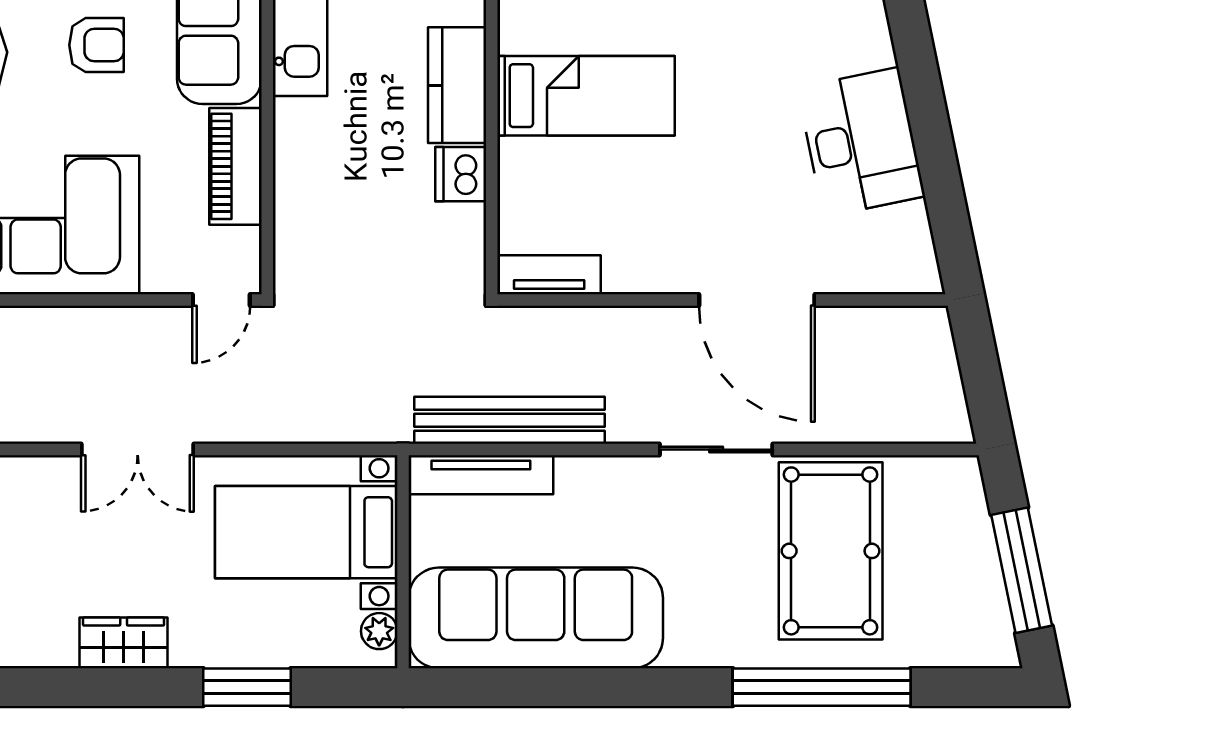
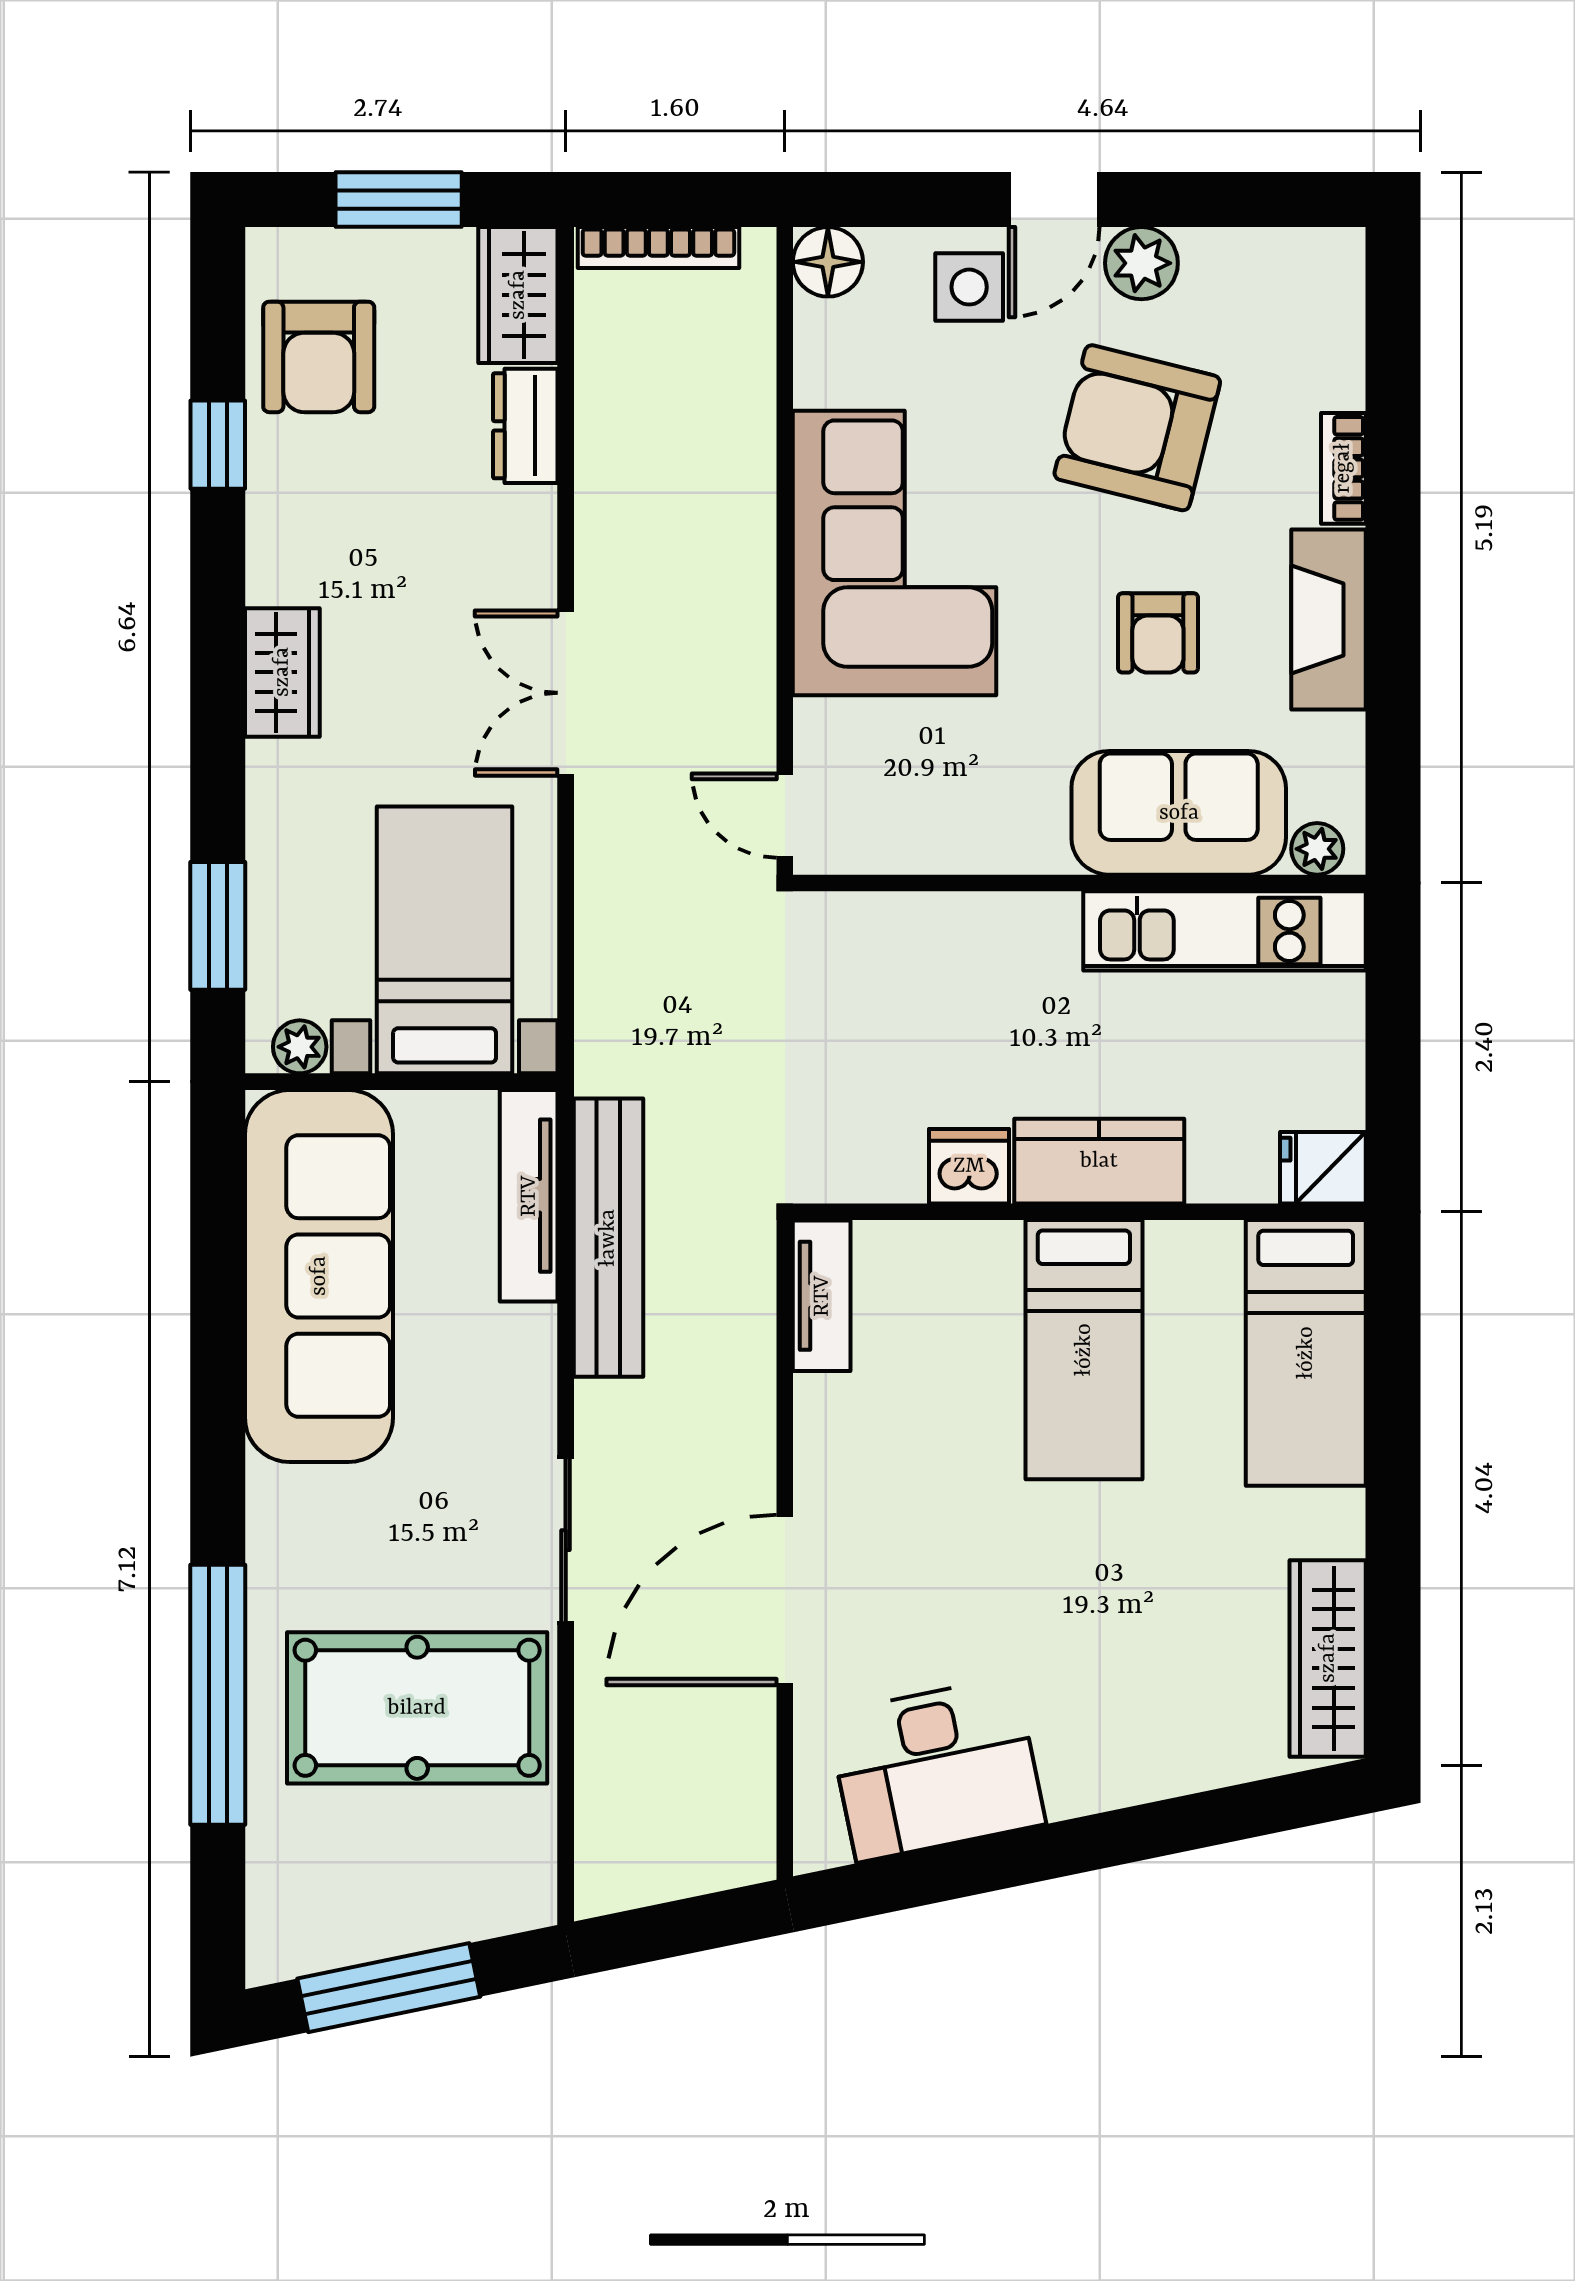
desk: (861, 142) -> (936, 1769), moved
piano: (236, 166) -> (980, 836), removed
window: (247, 687) -> (218, 926), moved

